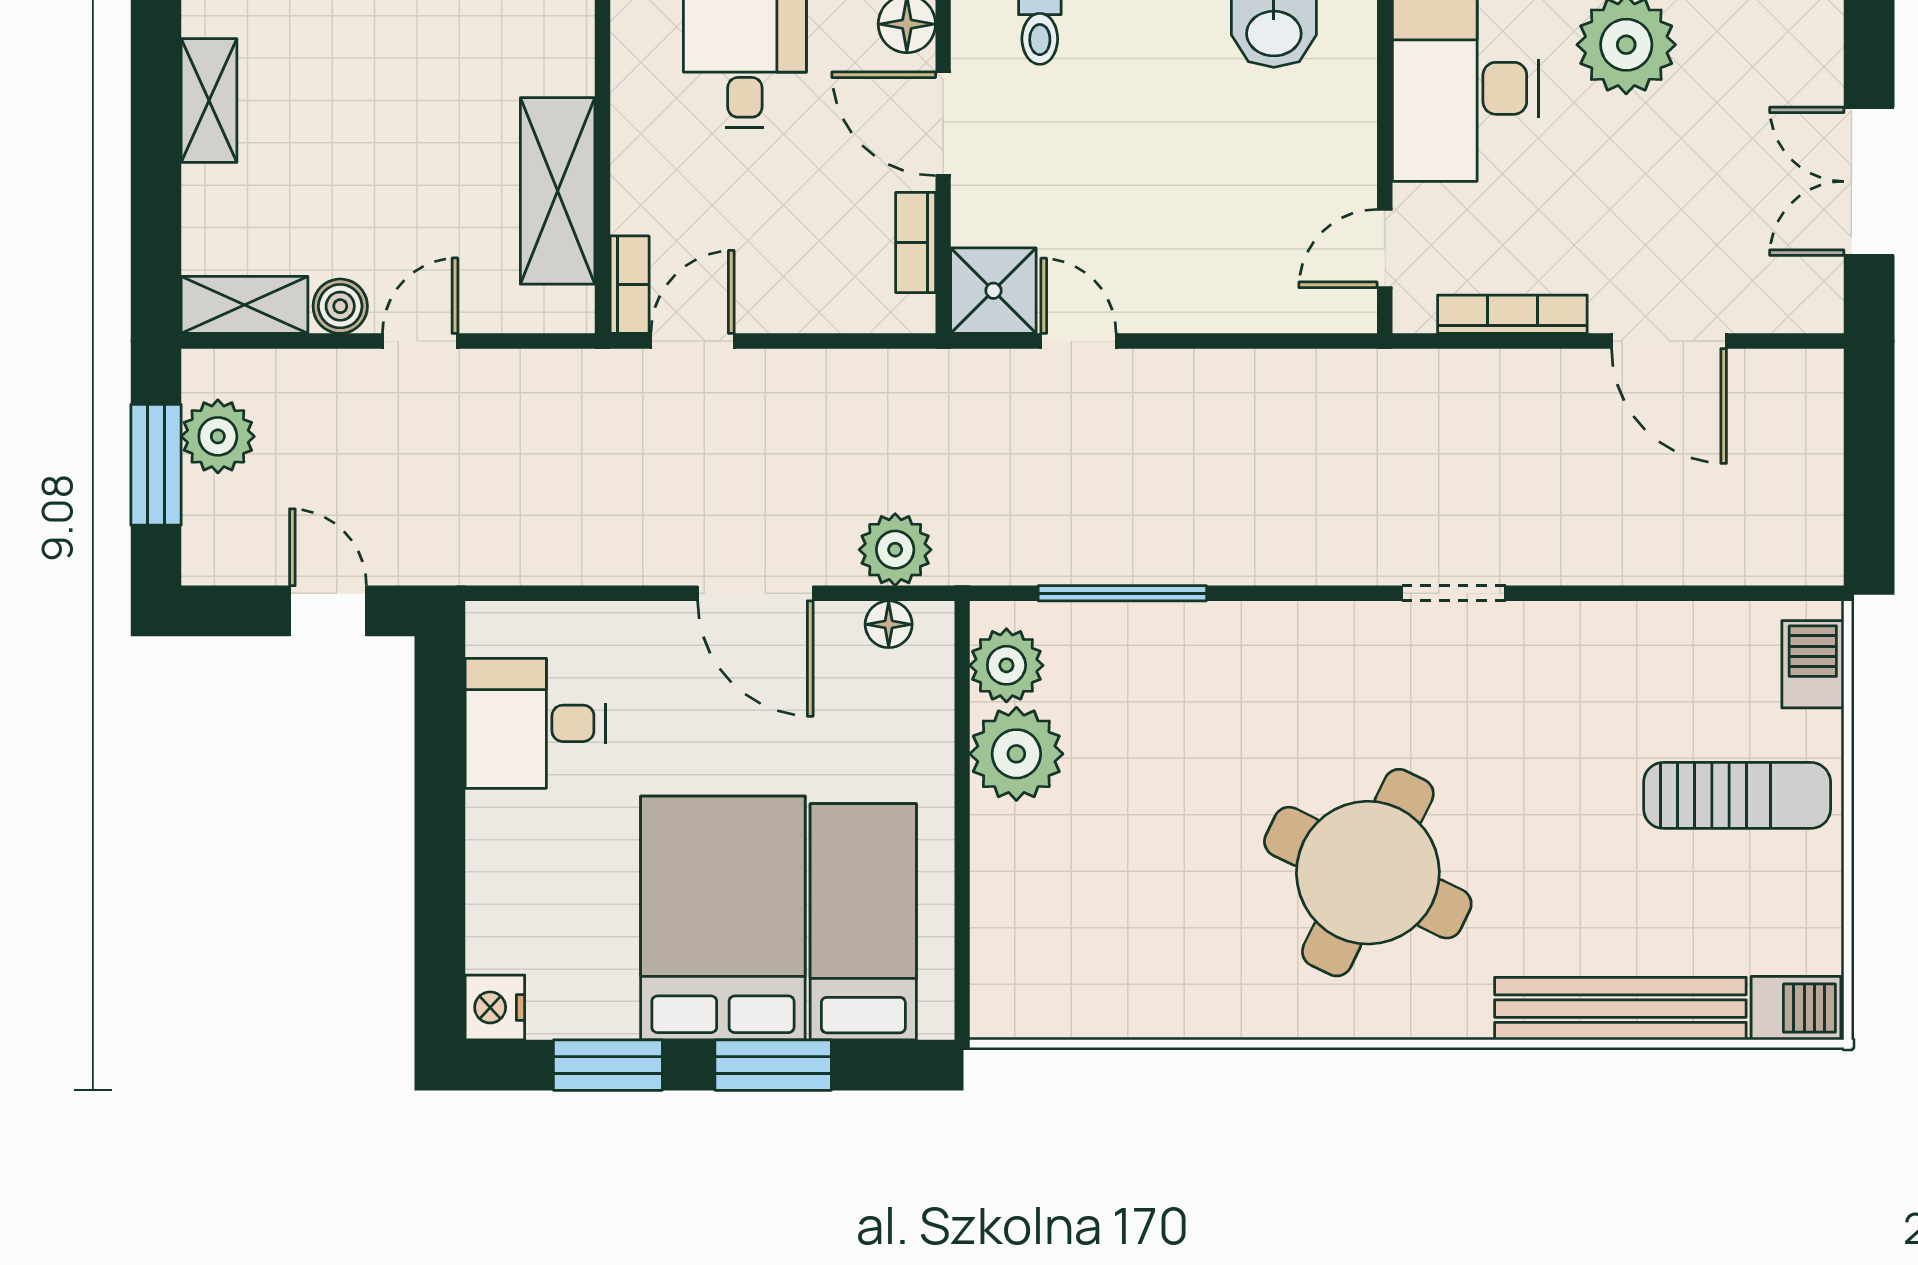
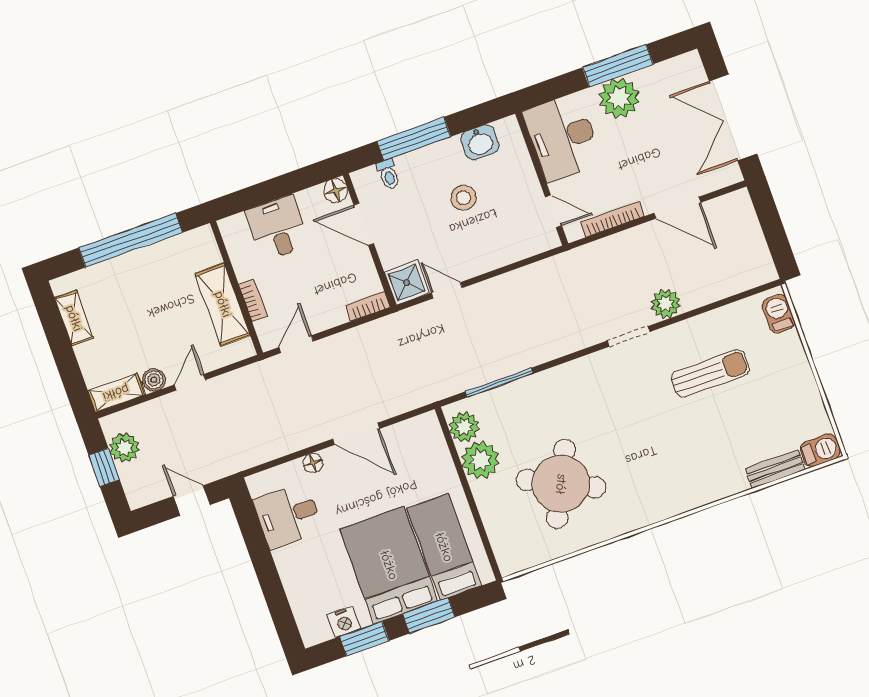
stool: (1192, 144) -> (464, 198), added
double door: (1869, 181) -> (733, 117), width x1.37
bookcase: (916, 242) -> (368, 306), moved, turned 90
door: (1385, 248) -> (553, 211), swing flipped
bookcase: (630, 285) -> (253, 300), moved
window: (156, 465) -> (104, 467), width x0.67
plant: (895, 550) -> (666, 304), moved
floor lamp: (889, 624) -> (313, 463), moved
sun lounger: (1737, 795) -> (710, 373), moved
round table: (1368, 873) -> (561, 484), moved
nightstand: (495, 1007) -> (344, 622), moved, turned -90
bench: (1620, 1009) -> (775, 469), width x0.54, depth x0.82

